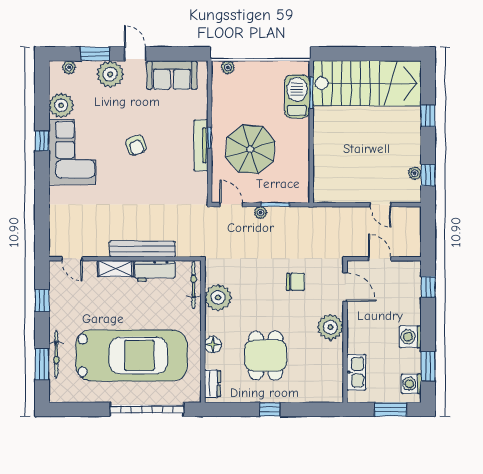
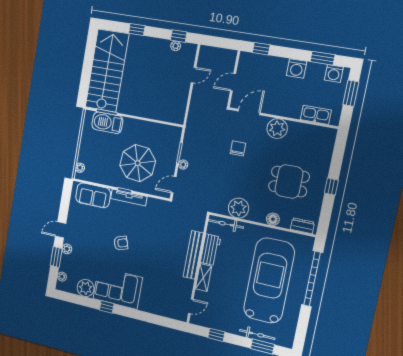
plant: (110, 74) -> (67, 249), width x0.53, depth x0.53
sofa: (172, 75) -> (93, 195), moved, turned 90

